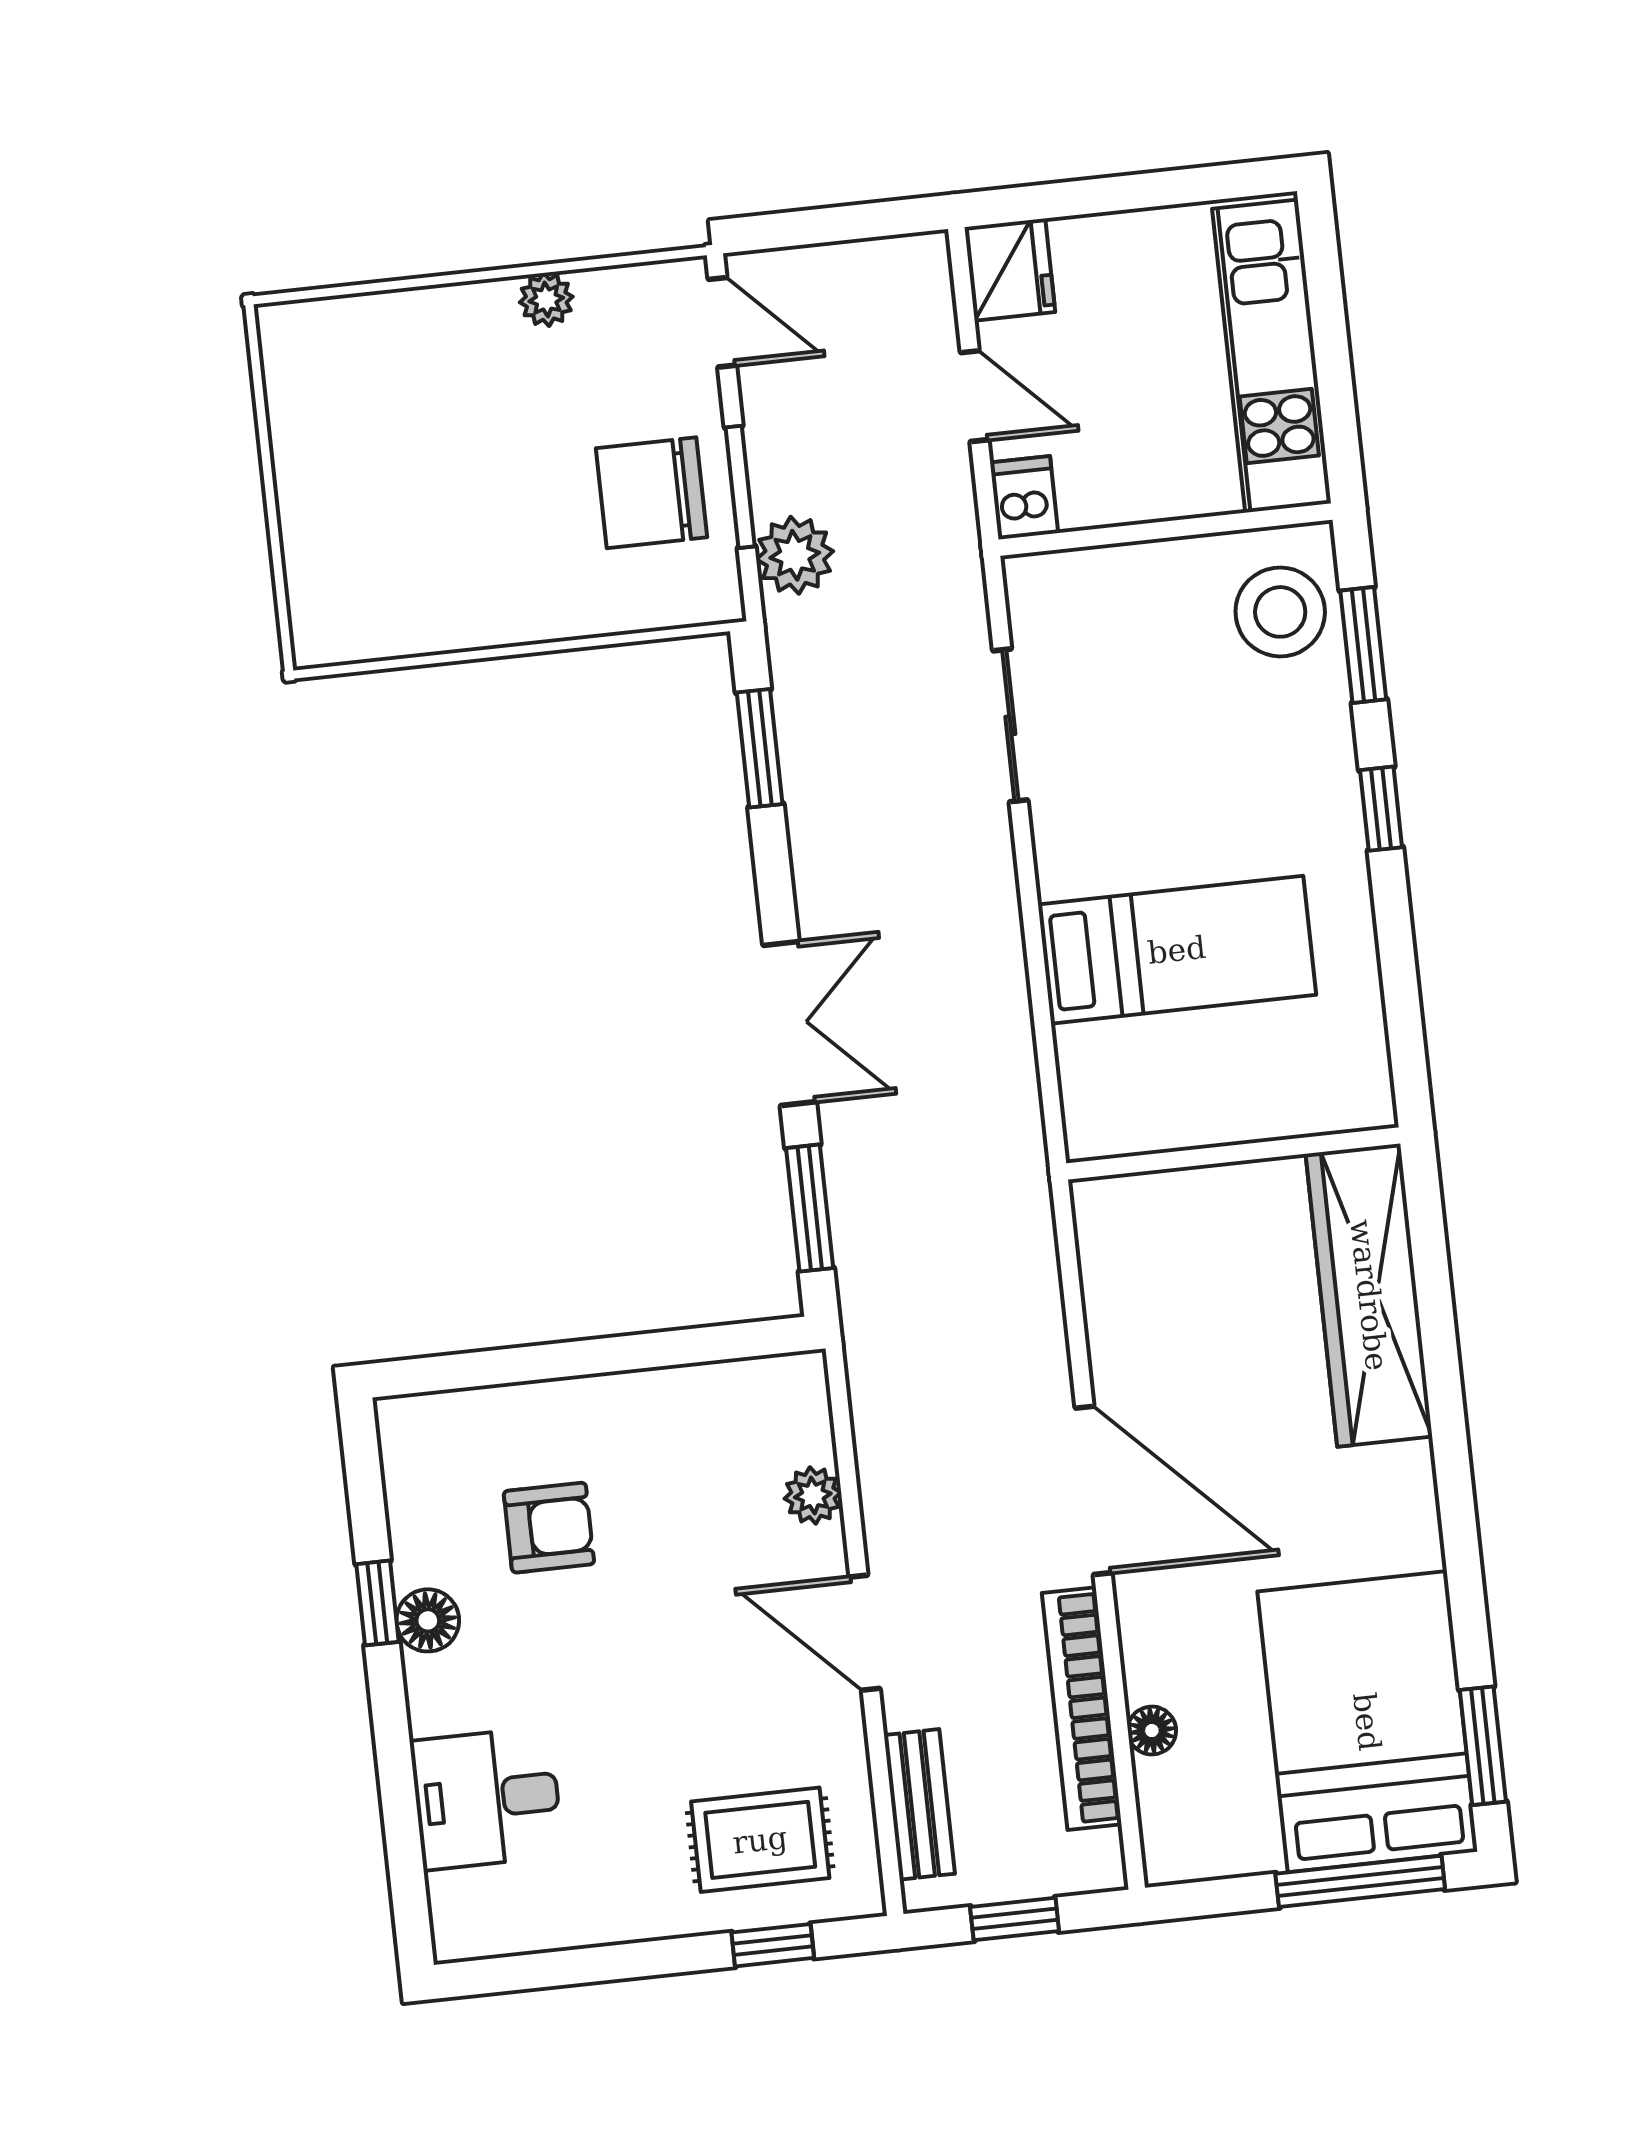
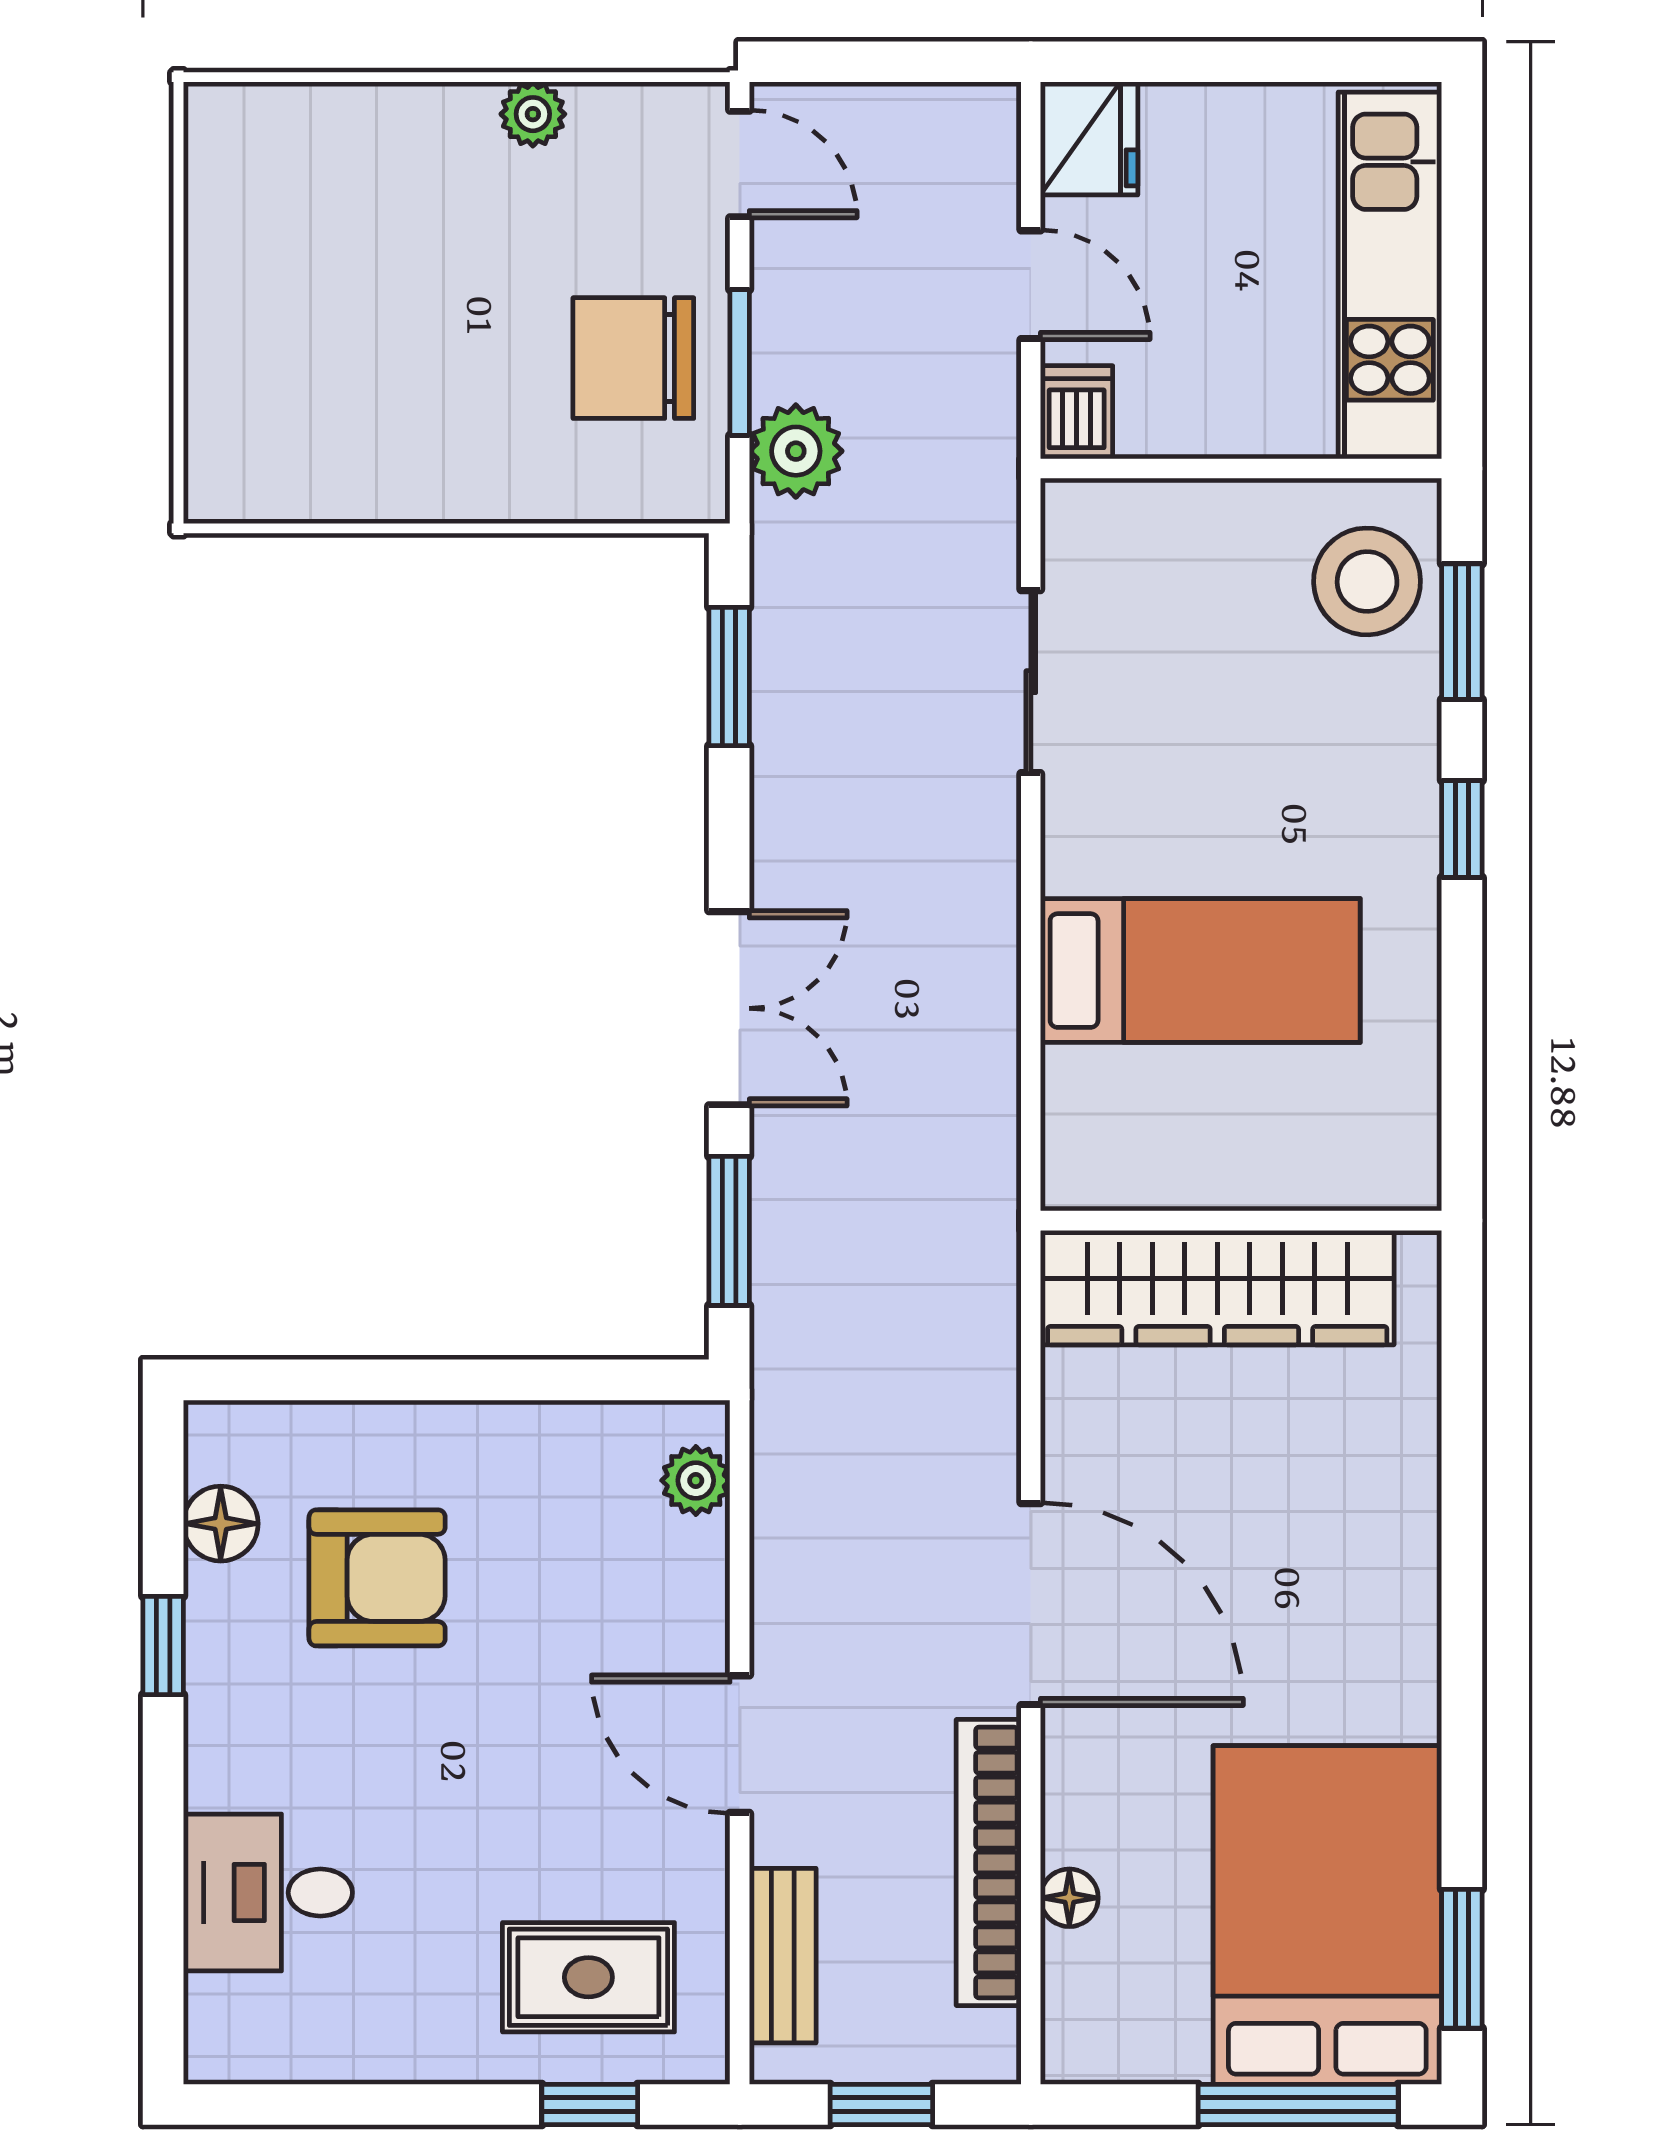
wardrobe: (1369, 1295) -> (1217, 1288), moved, turned -90
plant: (813, 1495) -> (696, 1480), moved
armchair: (549, 1528) -> (377, 1578), width x1.38, depth x1.38
floor lamp: (428, 1620) -> (221, 1524), moved

